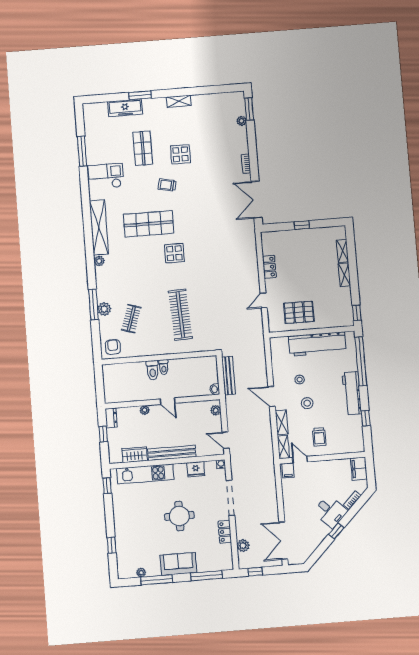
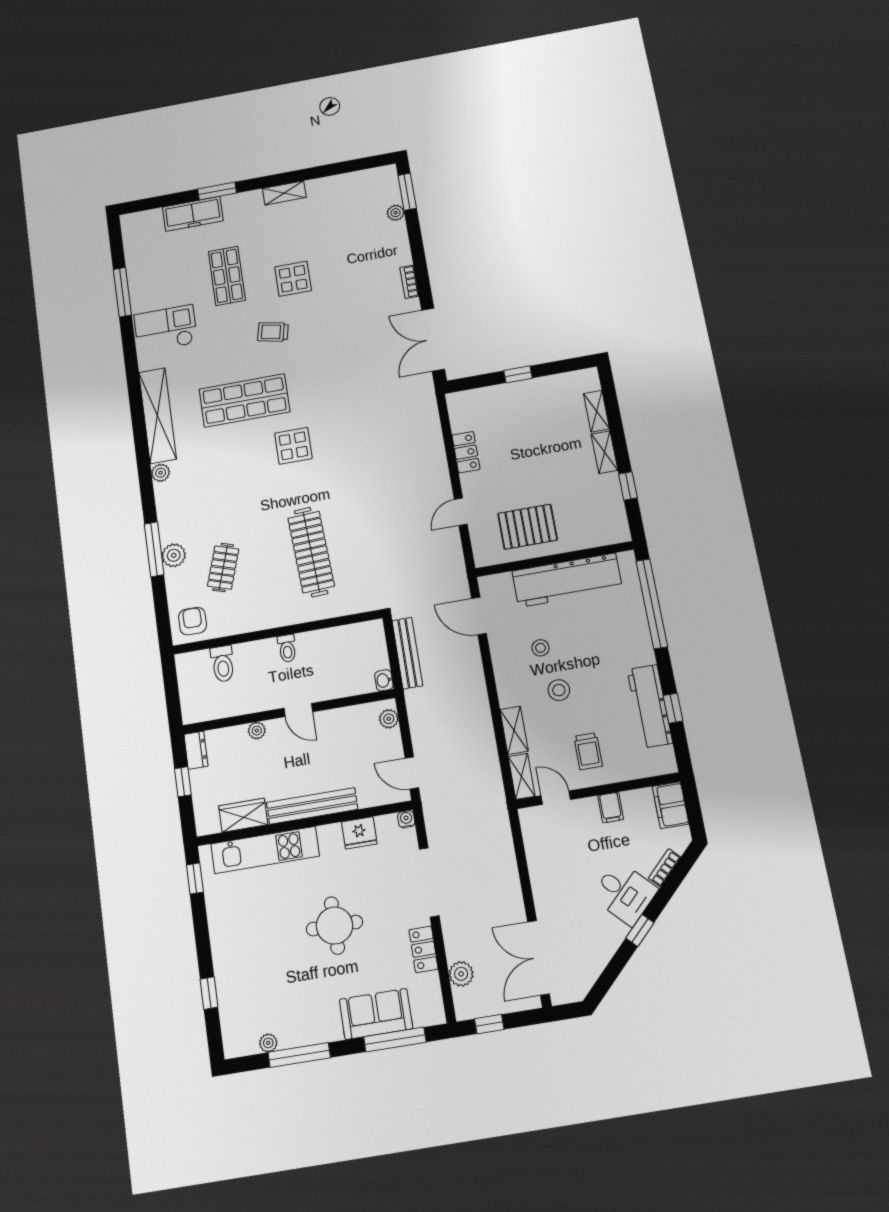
window: (357, 313) -> (628, 486), moved
toilet: (153, 370) -> (223, 664), moved
workbench: (352, 393) -> (650, 706), moved
door: (272, 396) -> (479, 616), moved
filing cabinet: (288, 470) -> (611, 807), moved
sofa: (178, 564) -> (376, 1014), moved

